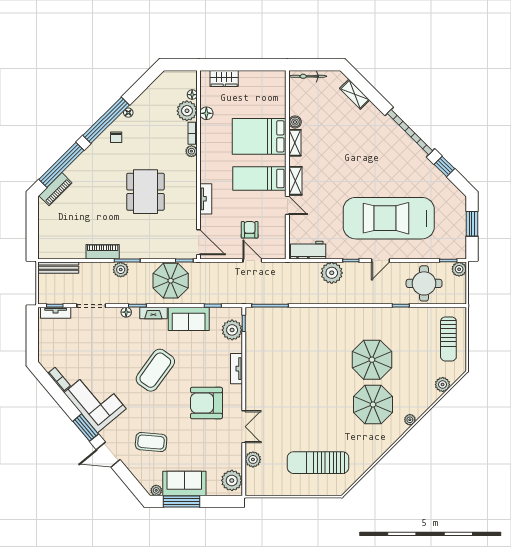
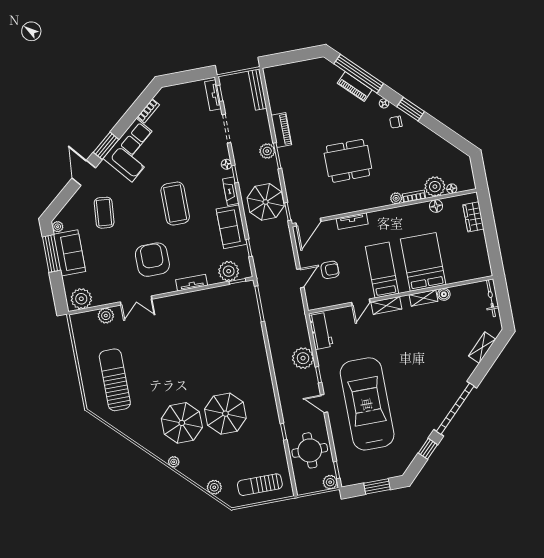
floor lamp: (128, 113) -> (384, 103), moved
window: (106, 120) -> (411, 109), width x0.47
piano: (55, 189) -> (355, 87), moved
coffee table: (155, 370) -> (175, 204), turned 54

